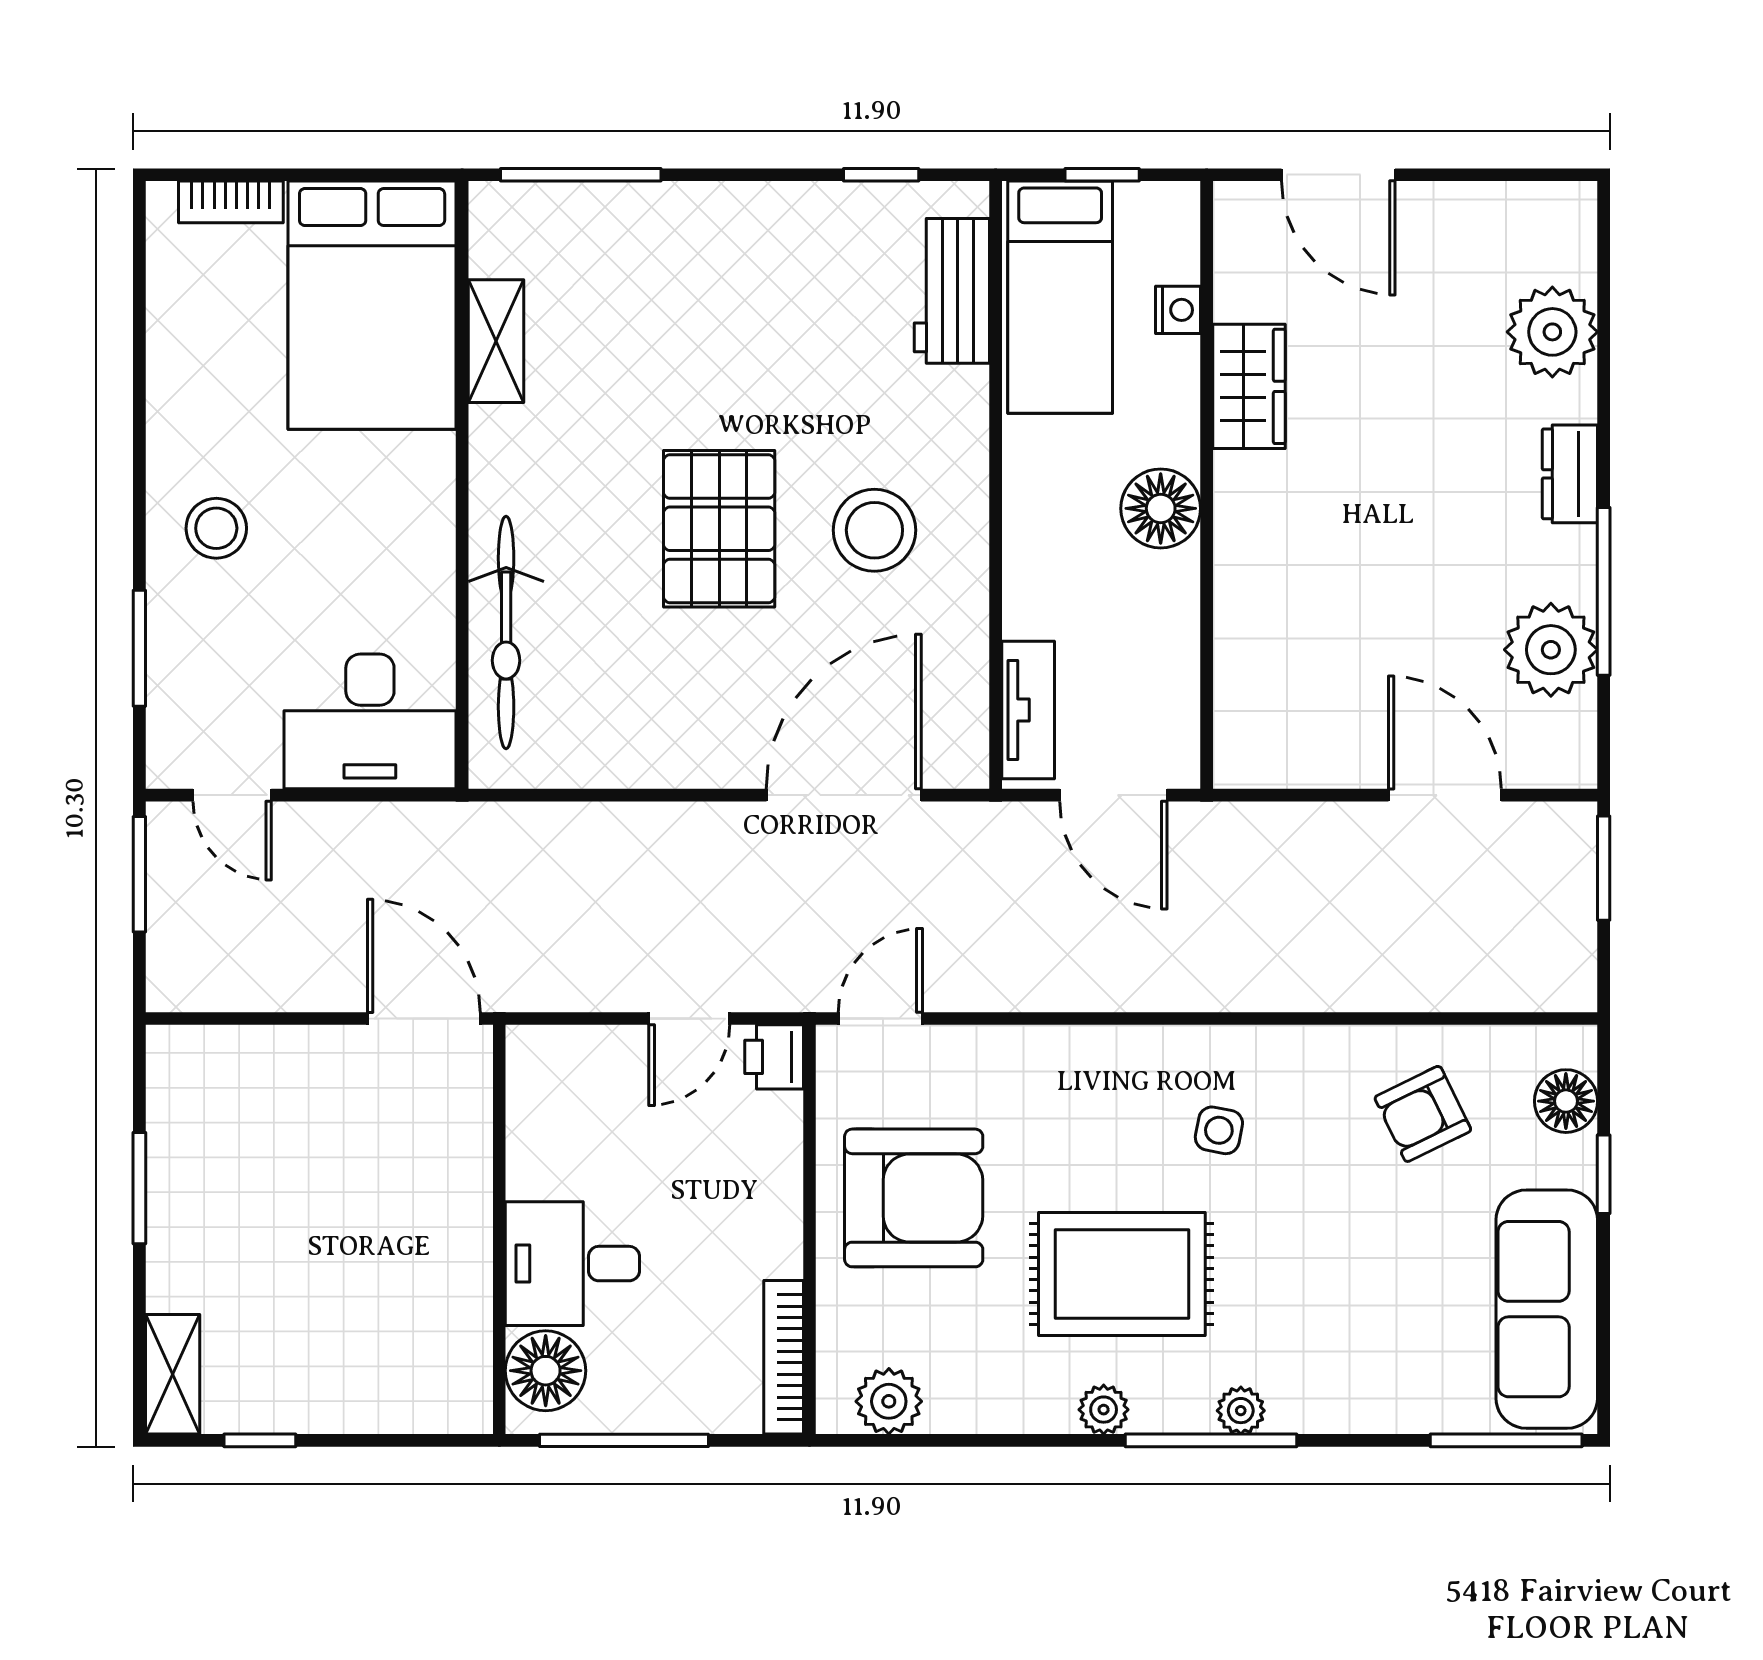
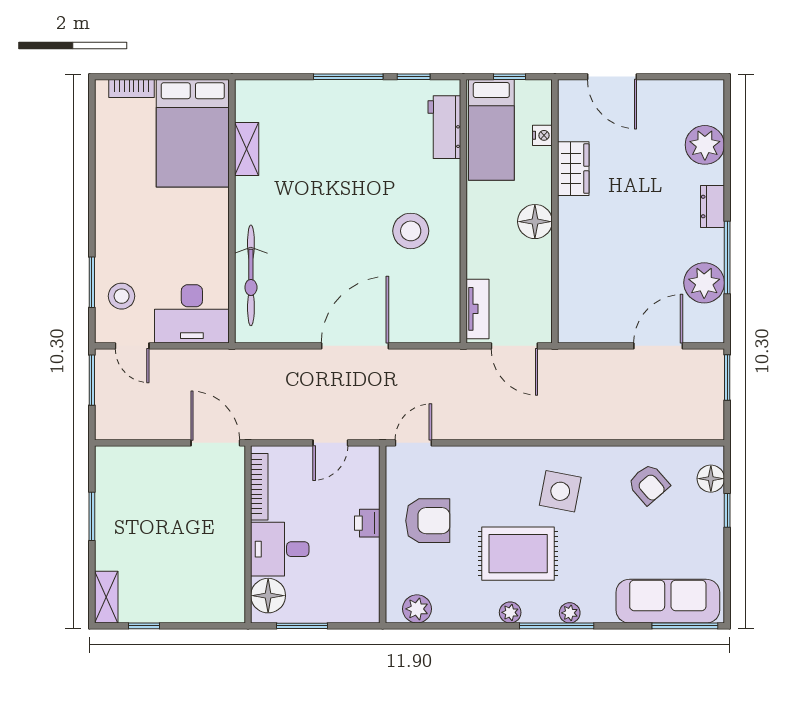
window: (581, 175) -> (348, 77), moved
stool: (216, 528) -> (122, 296), moved
pallet: (719, 529) -> (343, 230), removed
door: (844, 795) -> (355, 346), moved
door: (1445, 795) -> (658, 346), hinge flipped
printer: (774, 1057) -> (367, 523), moved
armchair: (1423, 1114) -> (649, 484), turned -105
side table: (1219, 1130) -> (560, 491), width x1.87, depth x1.87
armchair: (914, 1198) -> (428, 521), width x0.73, depth x0.73
sofa: (1547, 1309) -> (668, 601), moved, turned 90
bookcase: (784, 1357) -> (259, 487), moved, turned 180
window: (624, 1440) -> (302, 626), width x0.69

